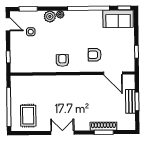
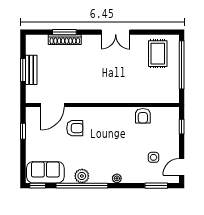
plant: (50, 16) -> (82, 176), moved
door: (8, 24) -> (182, 167), hinge flipped
armchair: (62, 60) -> (143, 116), moved
door: (113, 73) -> (52, 105), swing flipped

